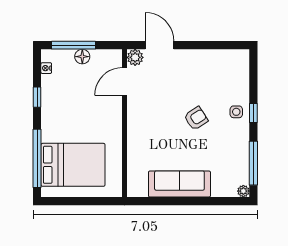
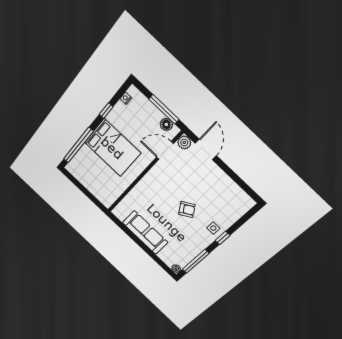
window: (73, 45) -> (164, 109), moved
floor lamp: (82, 57) -> (166, 124), moved
bed: (73, 165) -> (112, 148), moved

